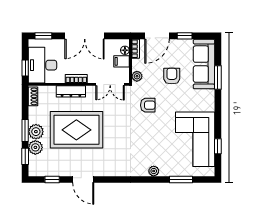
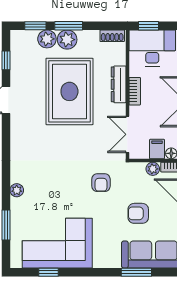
plant: (137, 76) -> (153, 169), moved
armchair: (172, 76) -> (138, 213), turned 180

